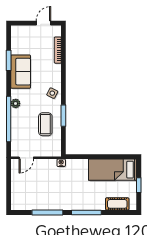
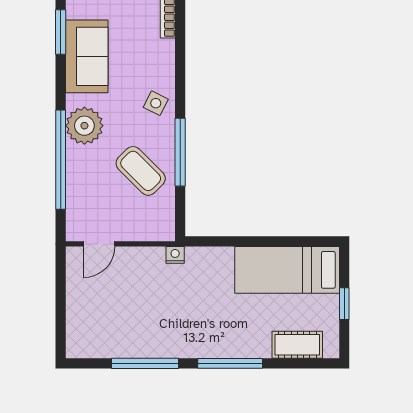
plant: (16, 103) -> (84, 126), width x1.88, depth x1.88
window: (63, 116) -> (180, 152), width x1.44
coffee table: (45, 124) -> (141, 171), turned -45

